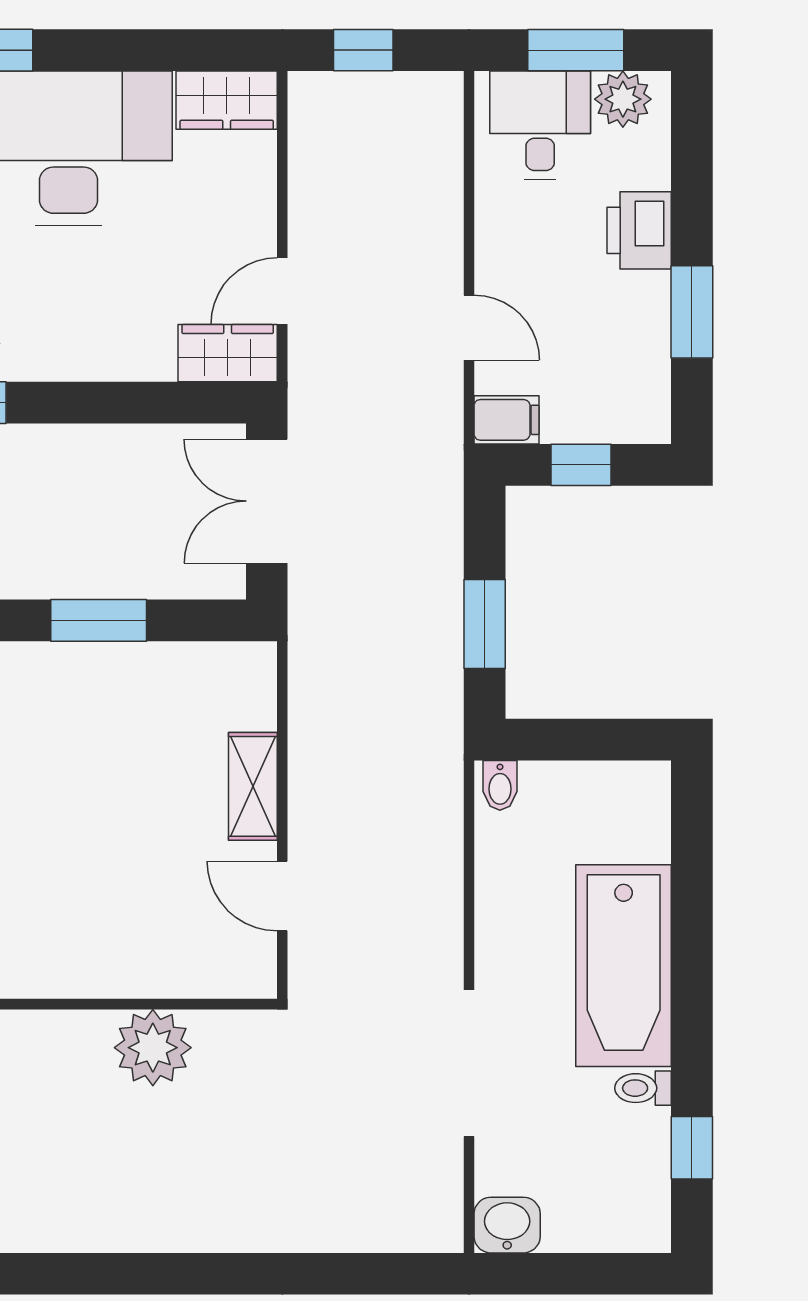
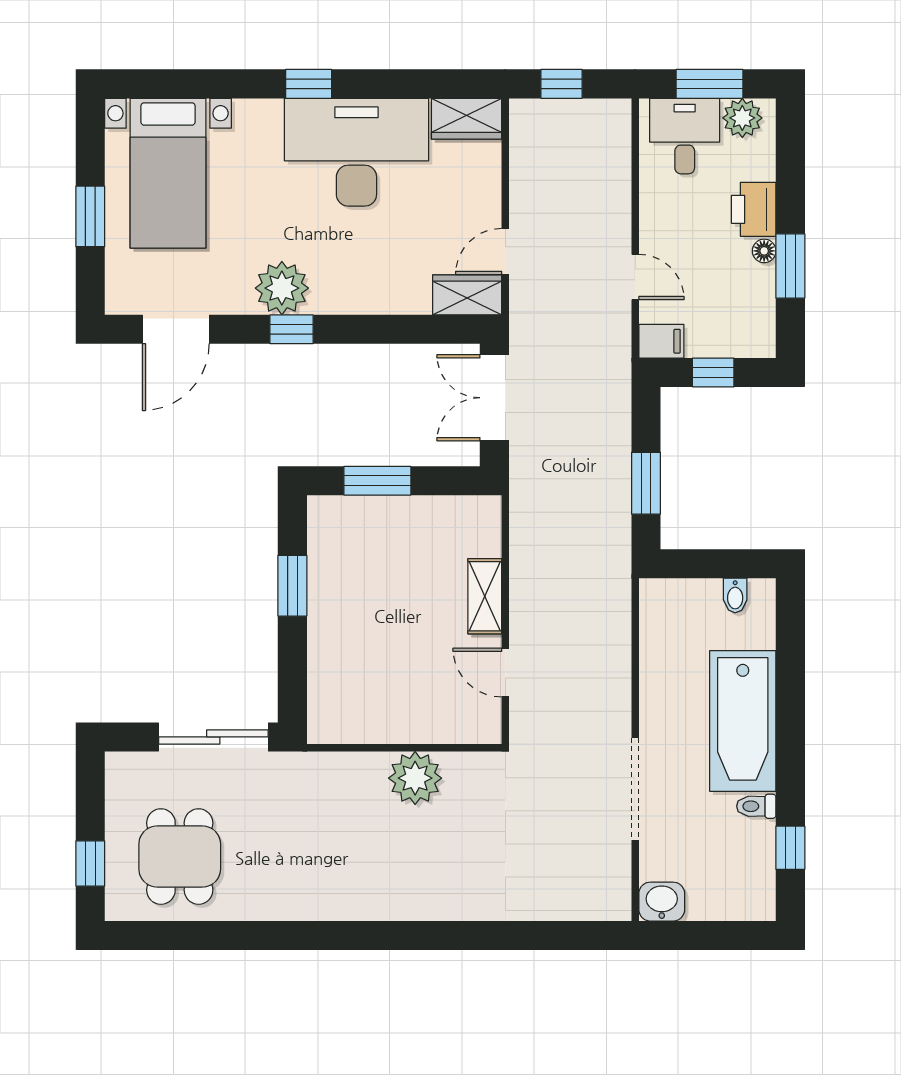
floor lamp: (654, 290) -> (764, 251), added
bidet: (500, 785) -> (735, 596), moved

